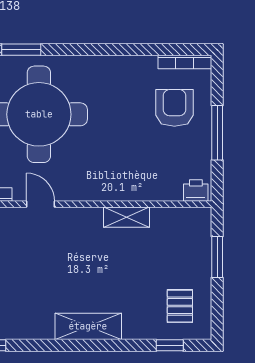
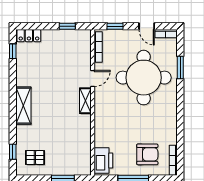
printer: (196, 191) -> (103, 160), width x1.87, depth x1.48
shelving: (126, 217) -> (85, 101), moved

